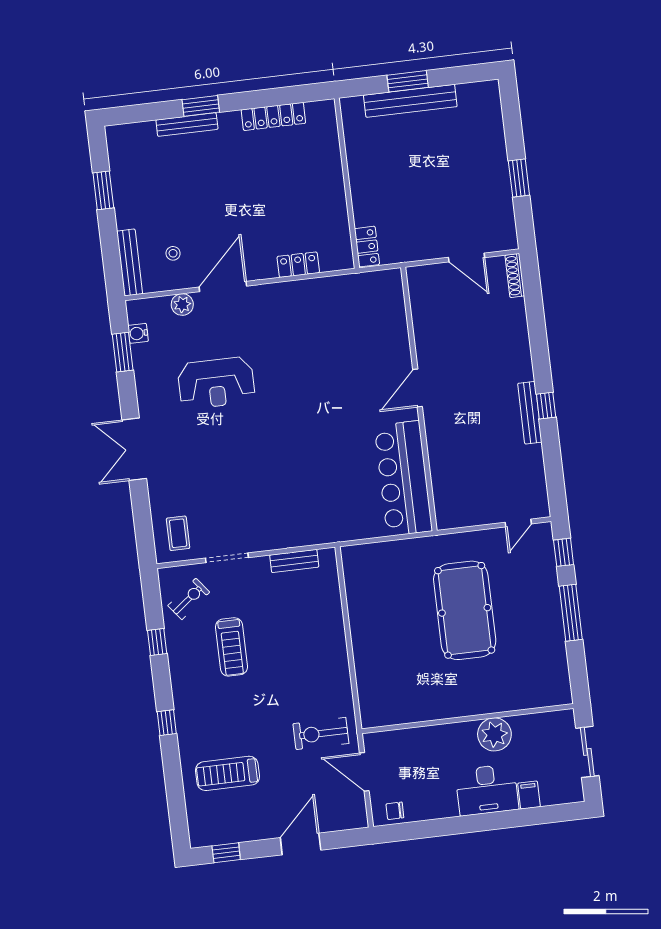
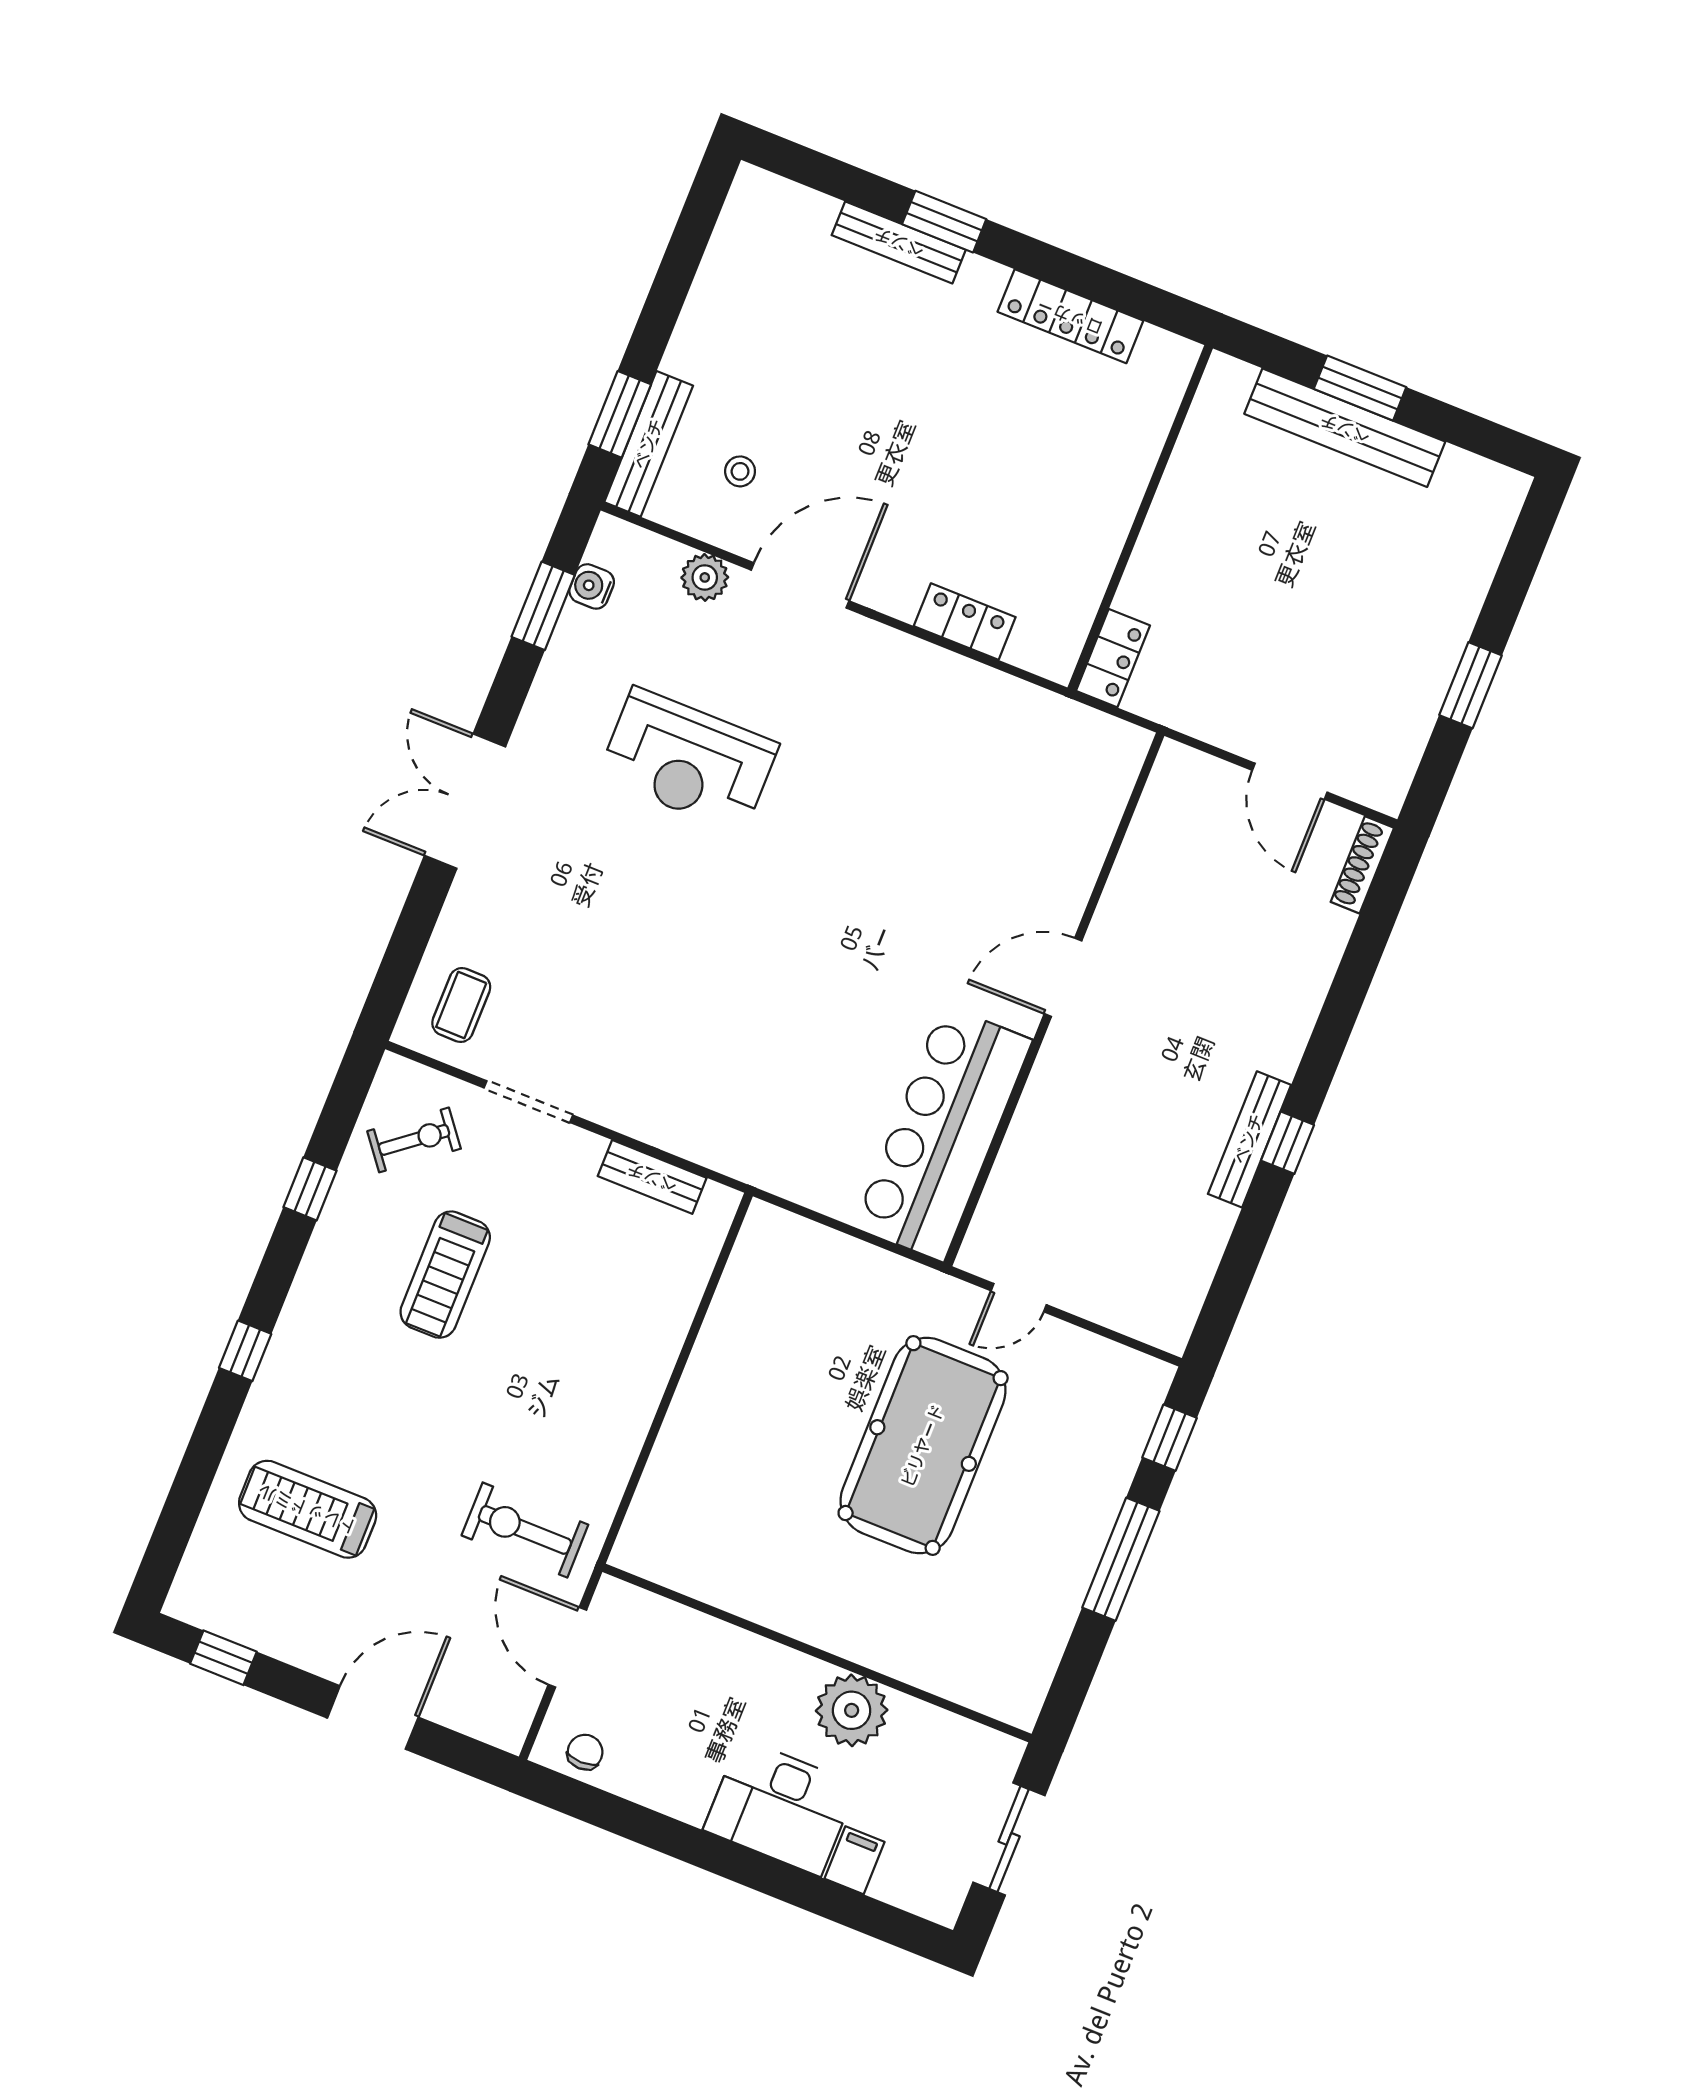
window: (103, 190) -> (620, 414), moved
door: (518, 523) -> (1019, 1298), moved
chair: (395, 811) -> (585, 1752), turned 90

